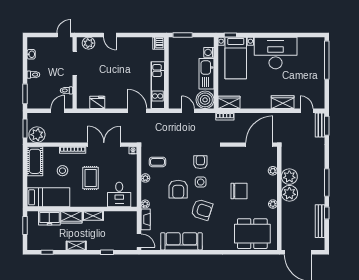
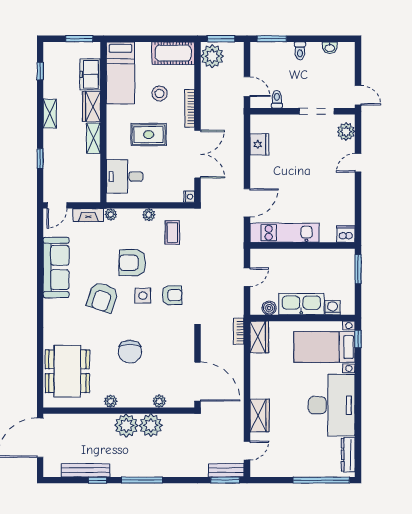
dresser: (309, 42) -> (348, 455), added
boiler: (205, 100) -> (269, 308), width x0.54, depth x0.54

